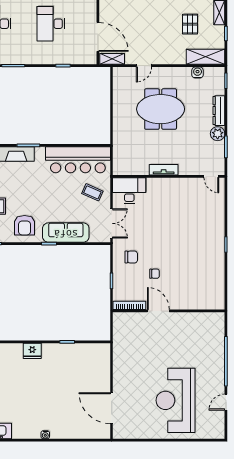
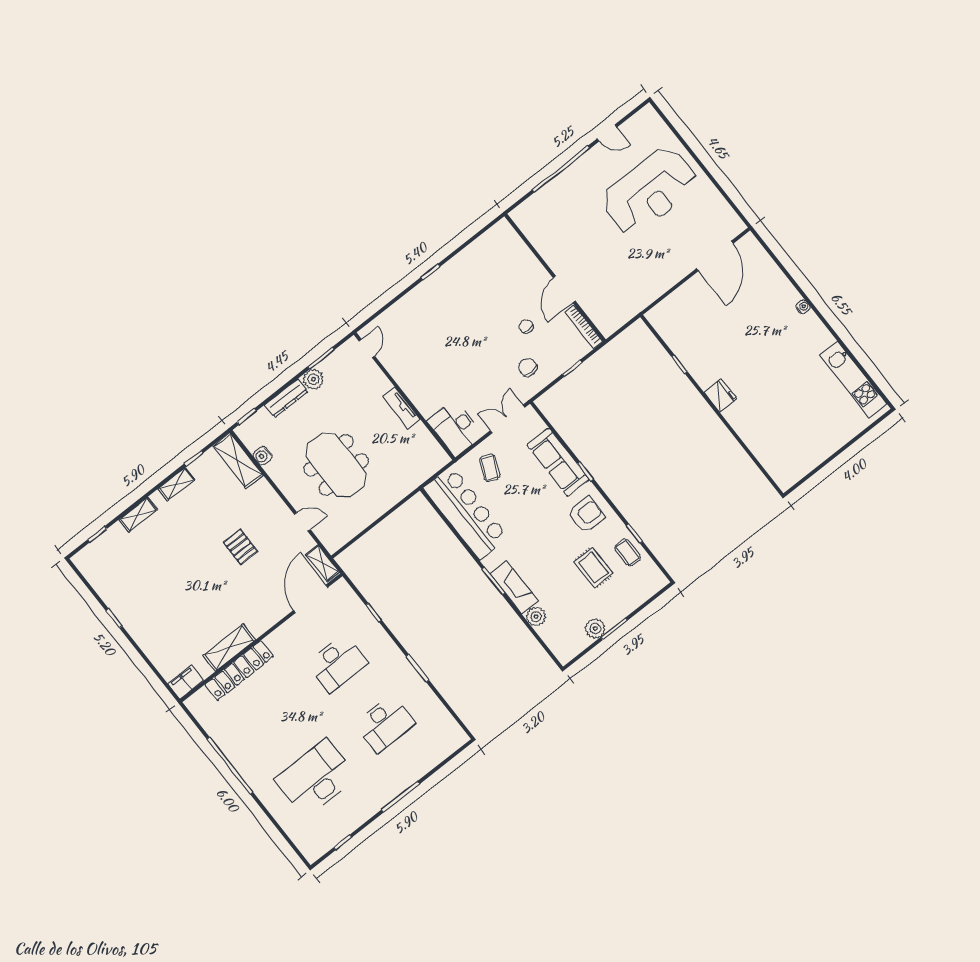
pallet: (190, 24) -> (241, 547), moved, turned 90

